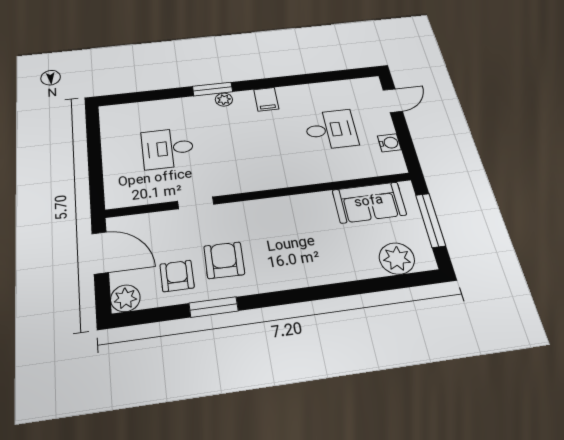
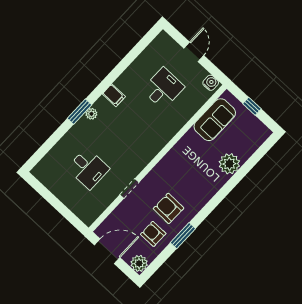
door: (393, 101) -> (194, 52), moved
water cooler: (389, 143) -> (211, 83), moved
desk: (168, 148) -> (88, 168), turned -90
window: (431, 220) -> (252, 106), width x0.46
plant: (397, 258) -> (229, 164), moved

